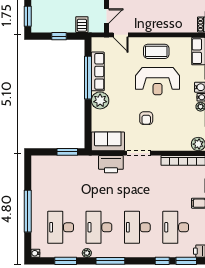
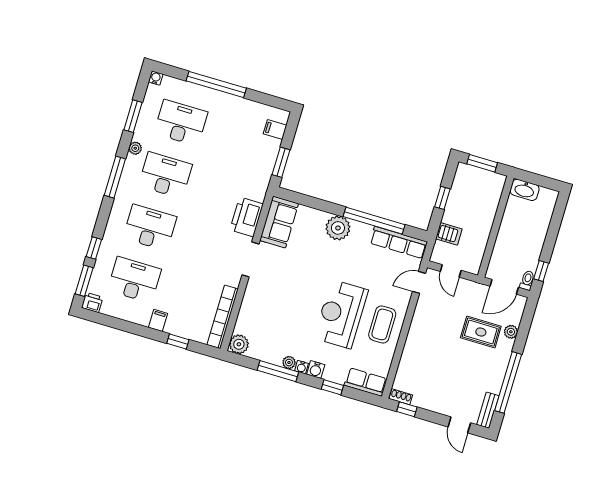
row of seats: (98, 71) -> (399, 242), moved
armchair: (146, 118) -> (295, 284), removed
filing cabinet: (46, 163) -> (275, 129), added

